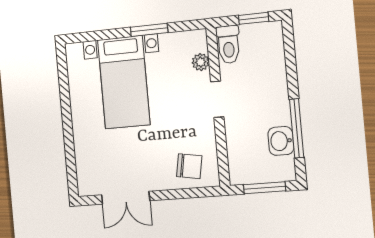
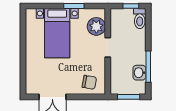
toilet: (228, 45) -> (140, 19), moved
plant: (201, 62) -> (96, 26), width x1.88, depth x1.88

